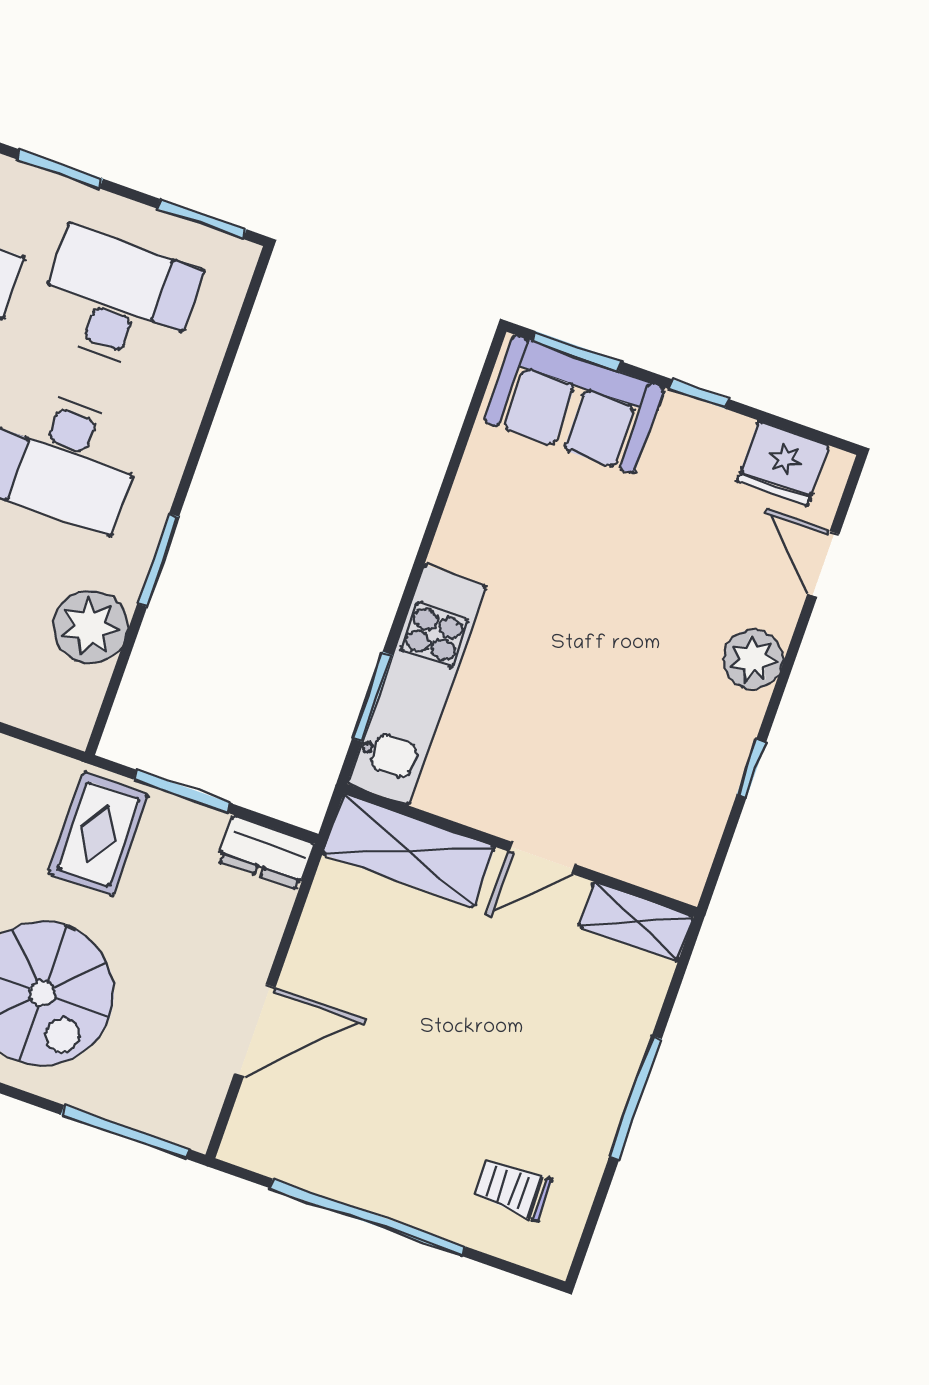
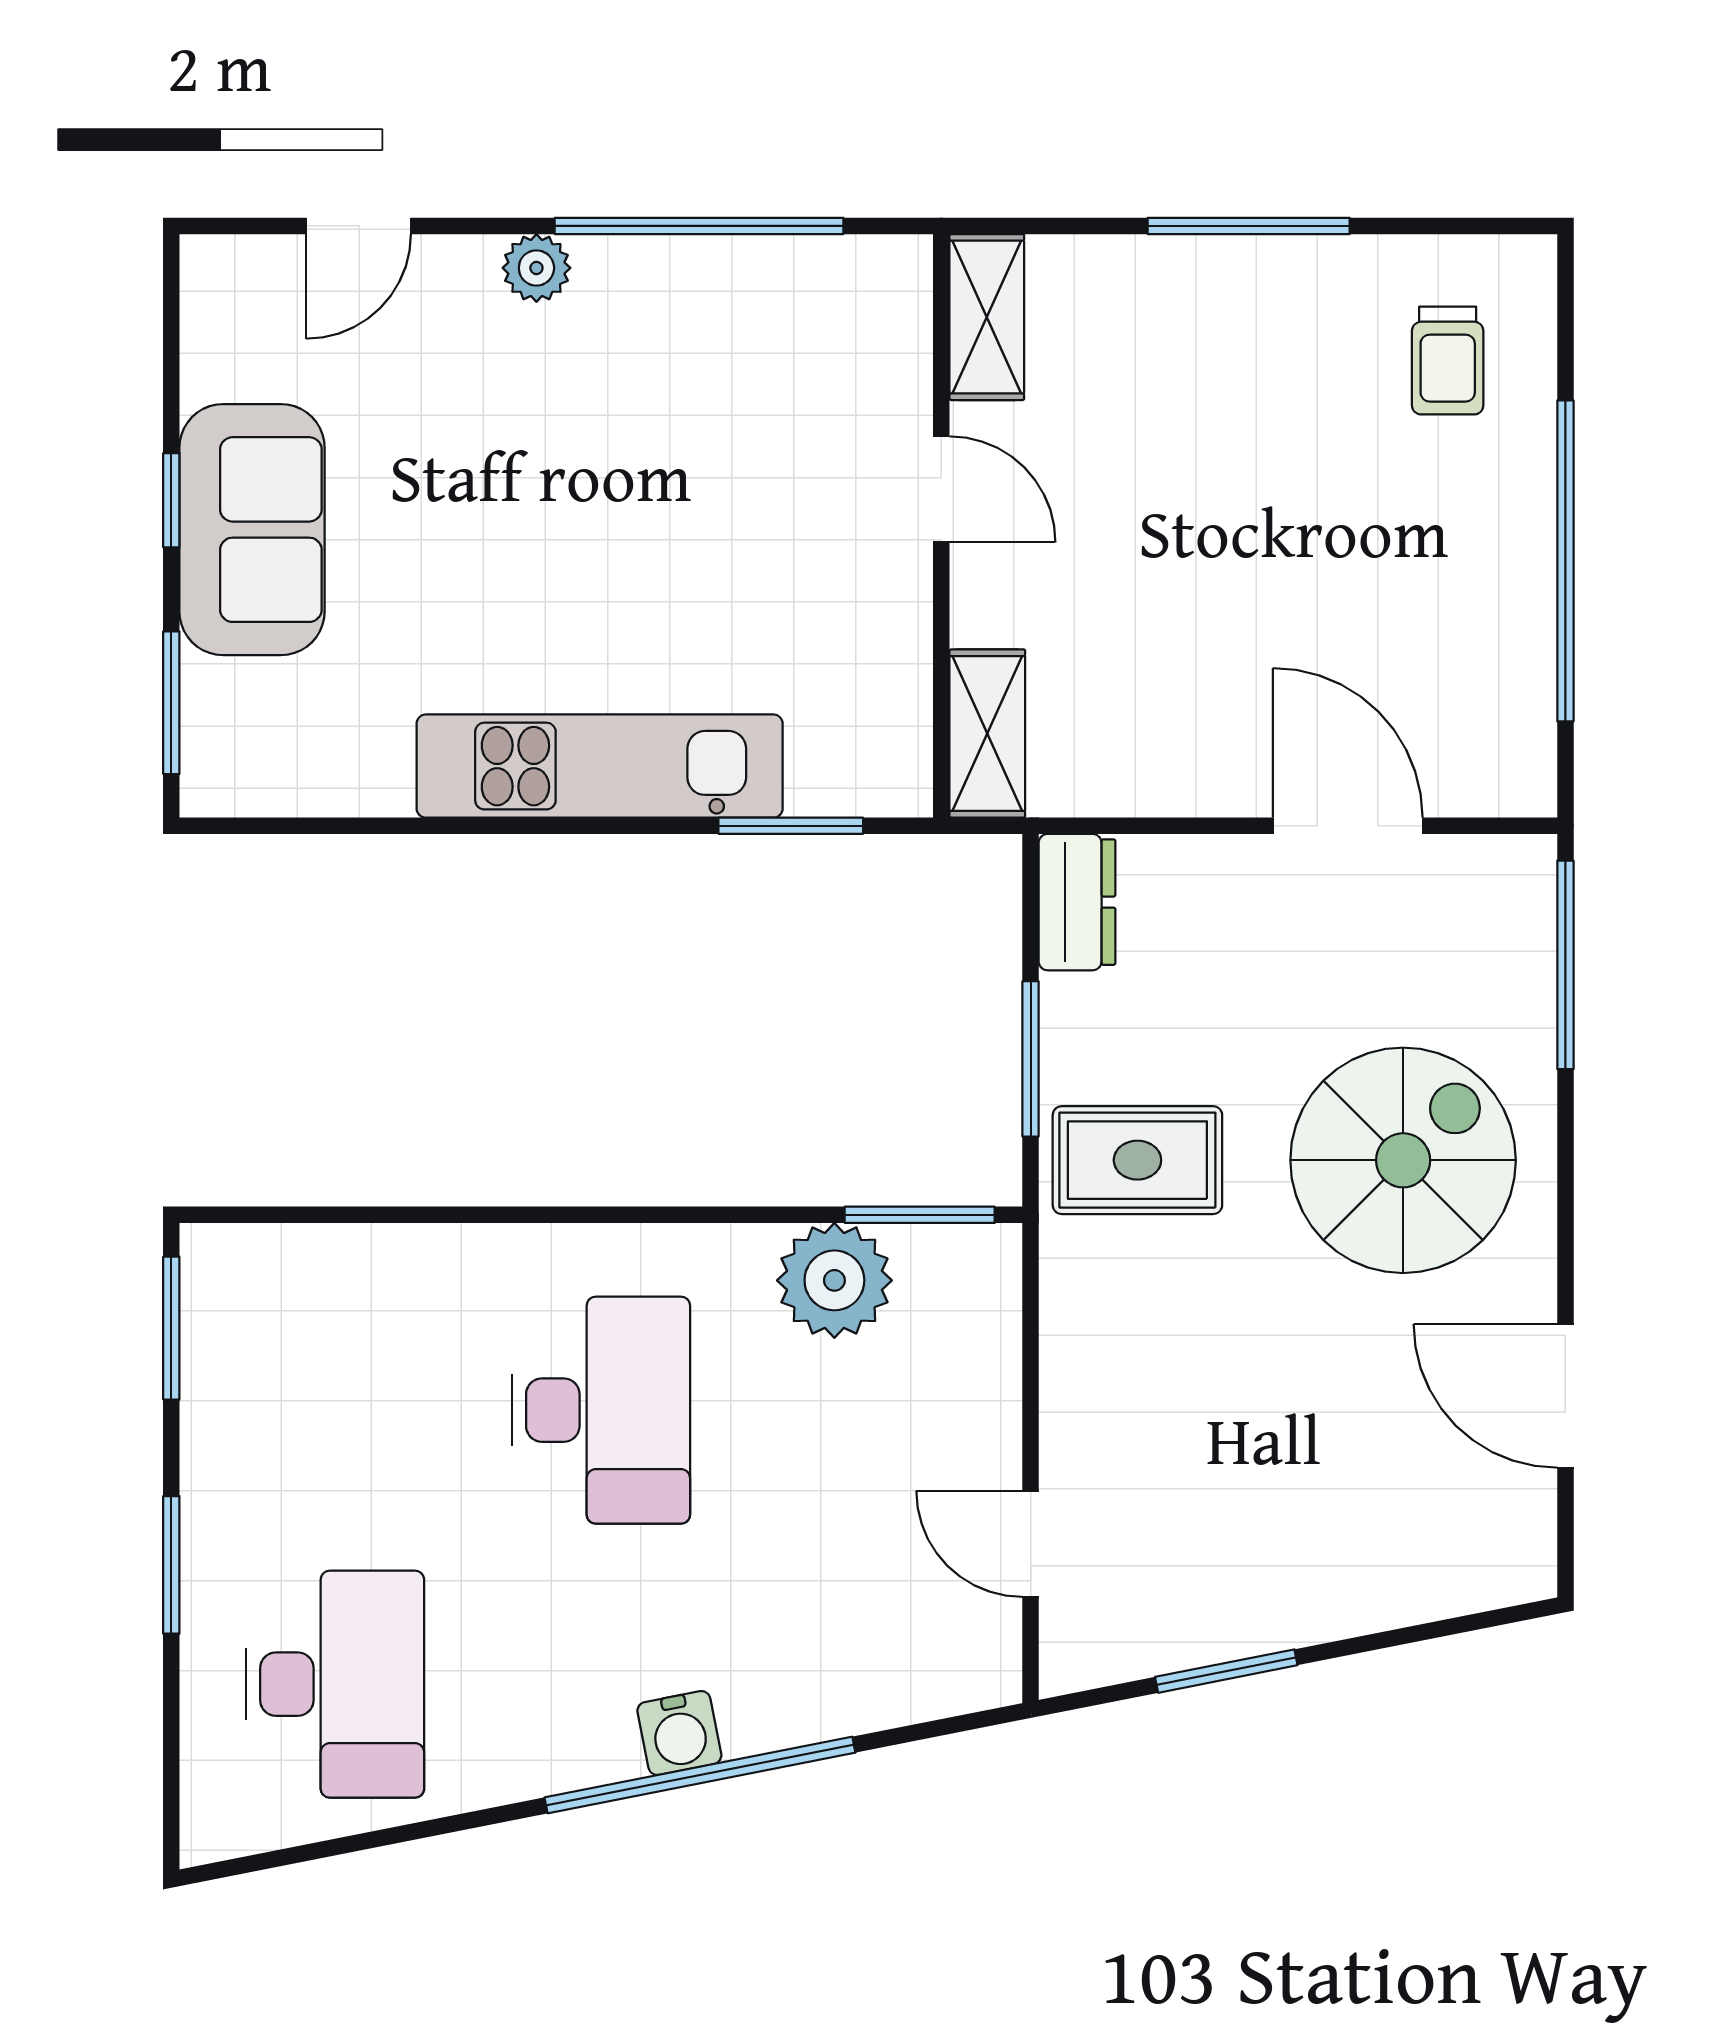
desk: (118, 300) -> (335, 1410), removed
sofa: (574, 404) -> (252, 530), moved
fridge: (783, 463) -> (230, 338), removed
window: (158, 560) -> (920, 1215), moved
plant: (753, 659) -> (536, 268), width x0.73, depth x0.73
kitchen unit: (417, 685) -> (600, 766), moved
window: (751, 768) -> (699, 226), width x3.17
shelving: (409, 850) -> (987, 734), width x0.67, depth x0.75

